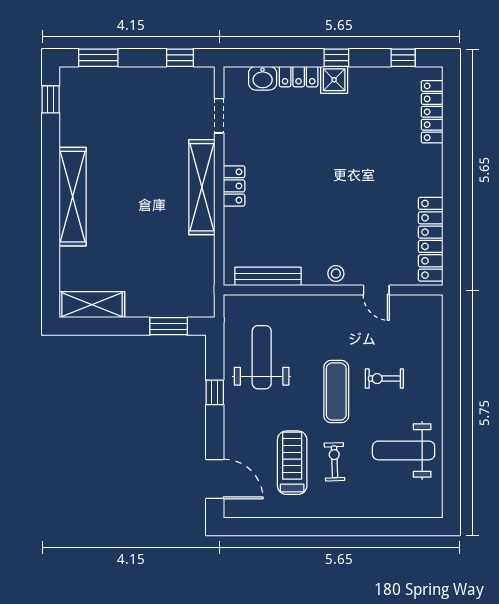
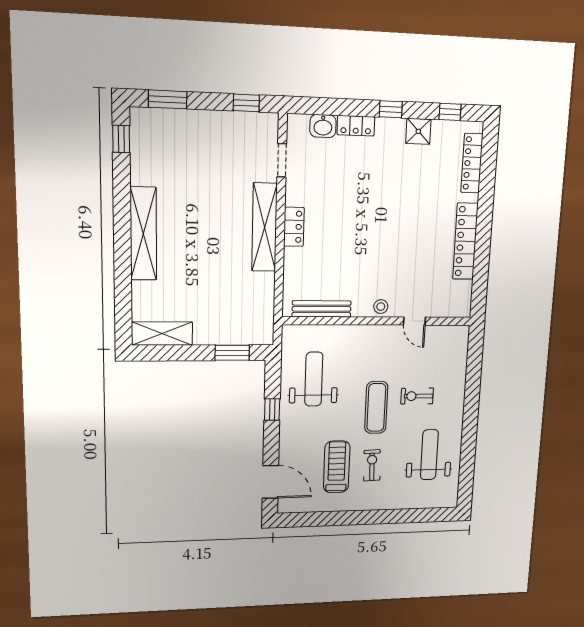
shower: (334, 80) -> (418, 131), moved
locker: (431, 239) -> (465, 241), moved
weight bench: (404, 450) -> (429, 455), turned 90

